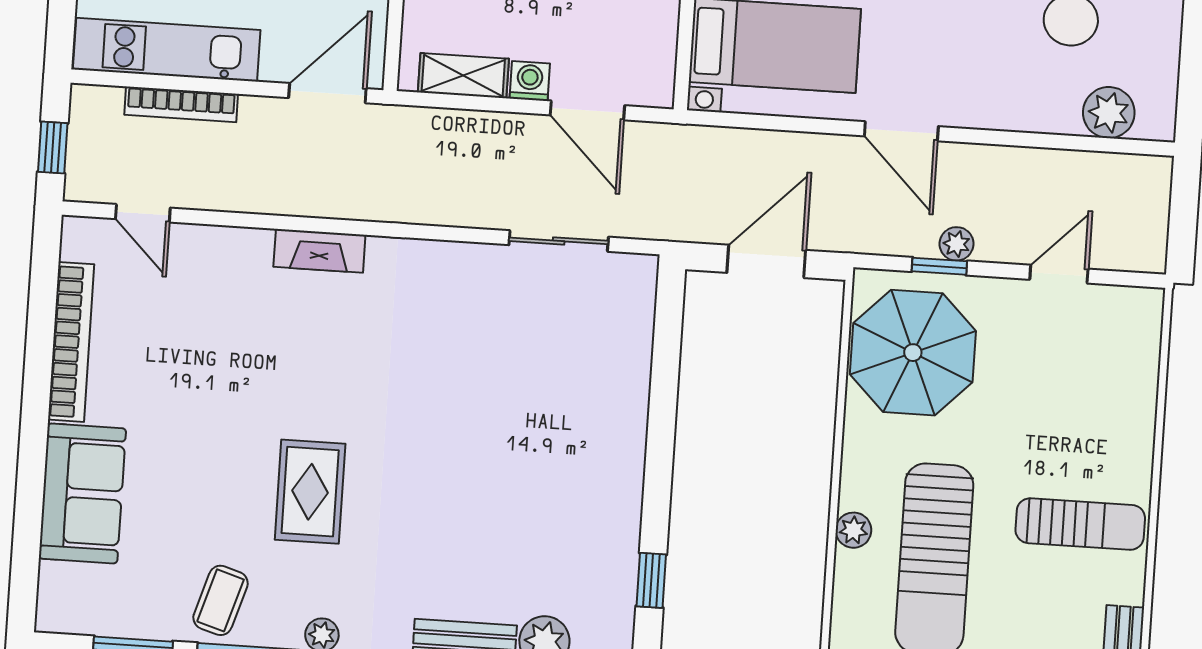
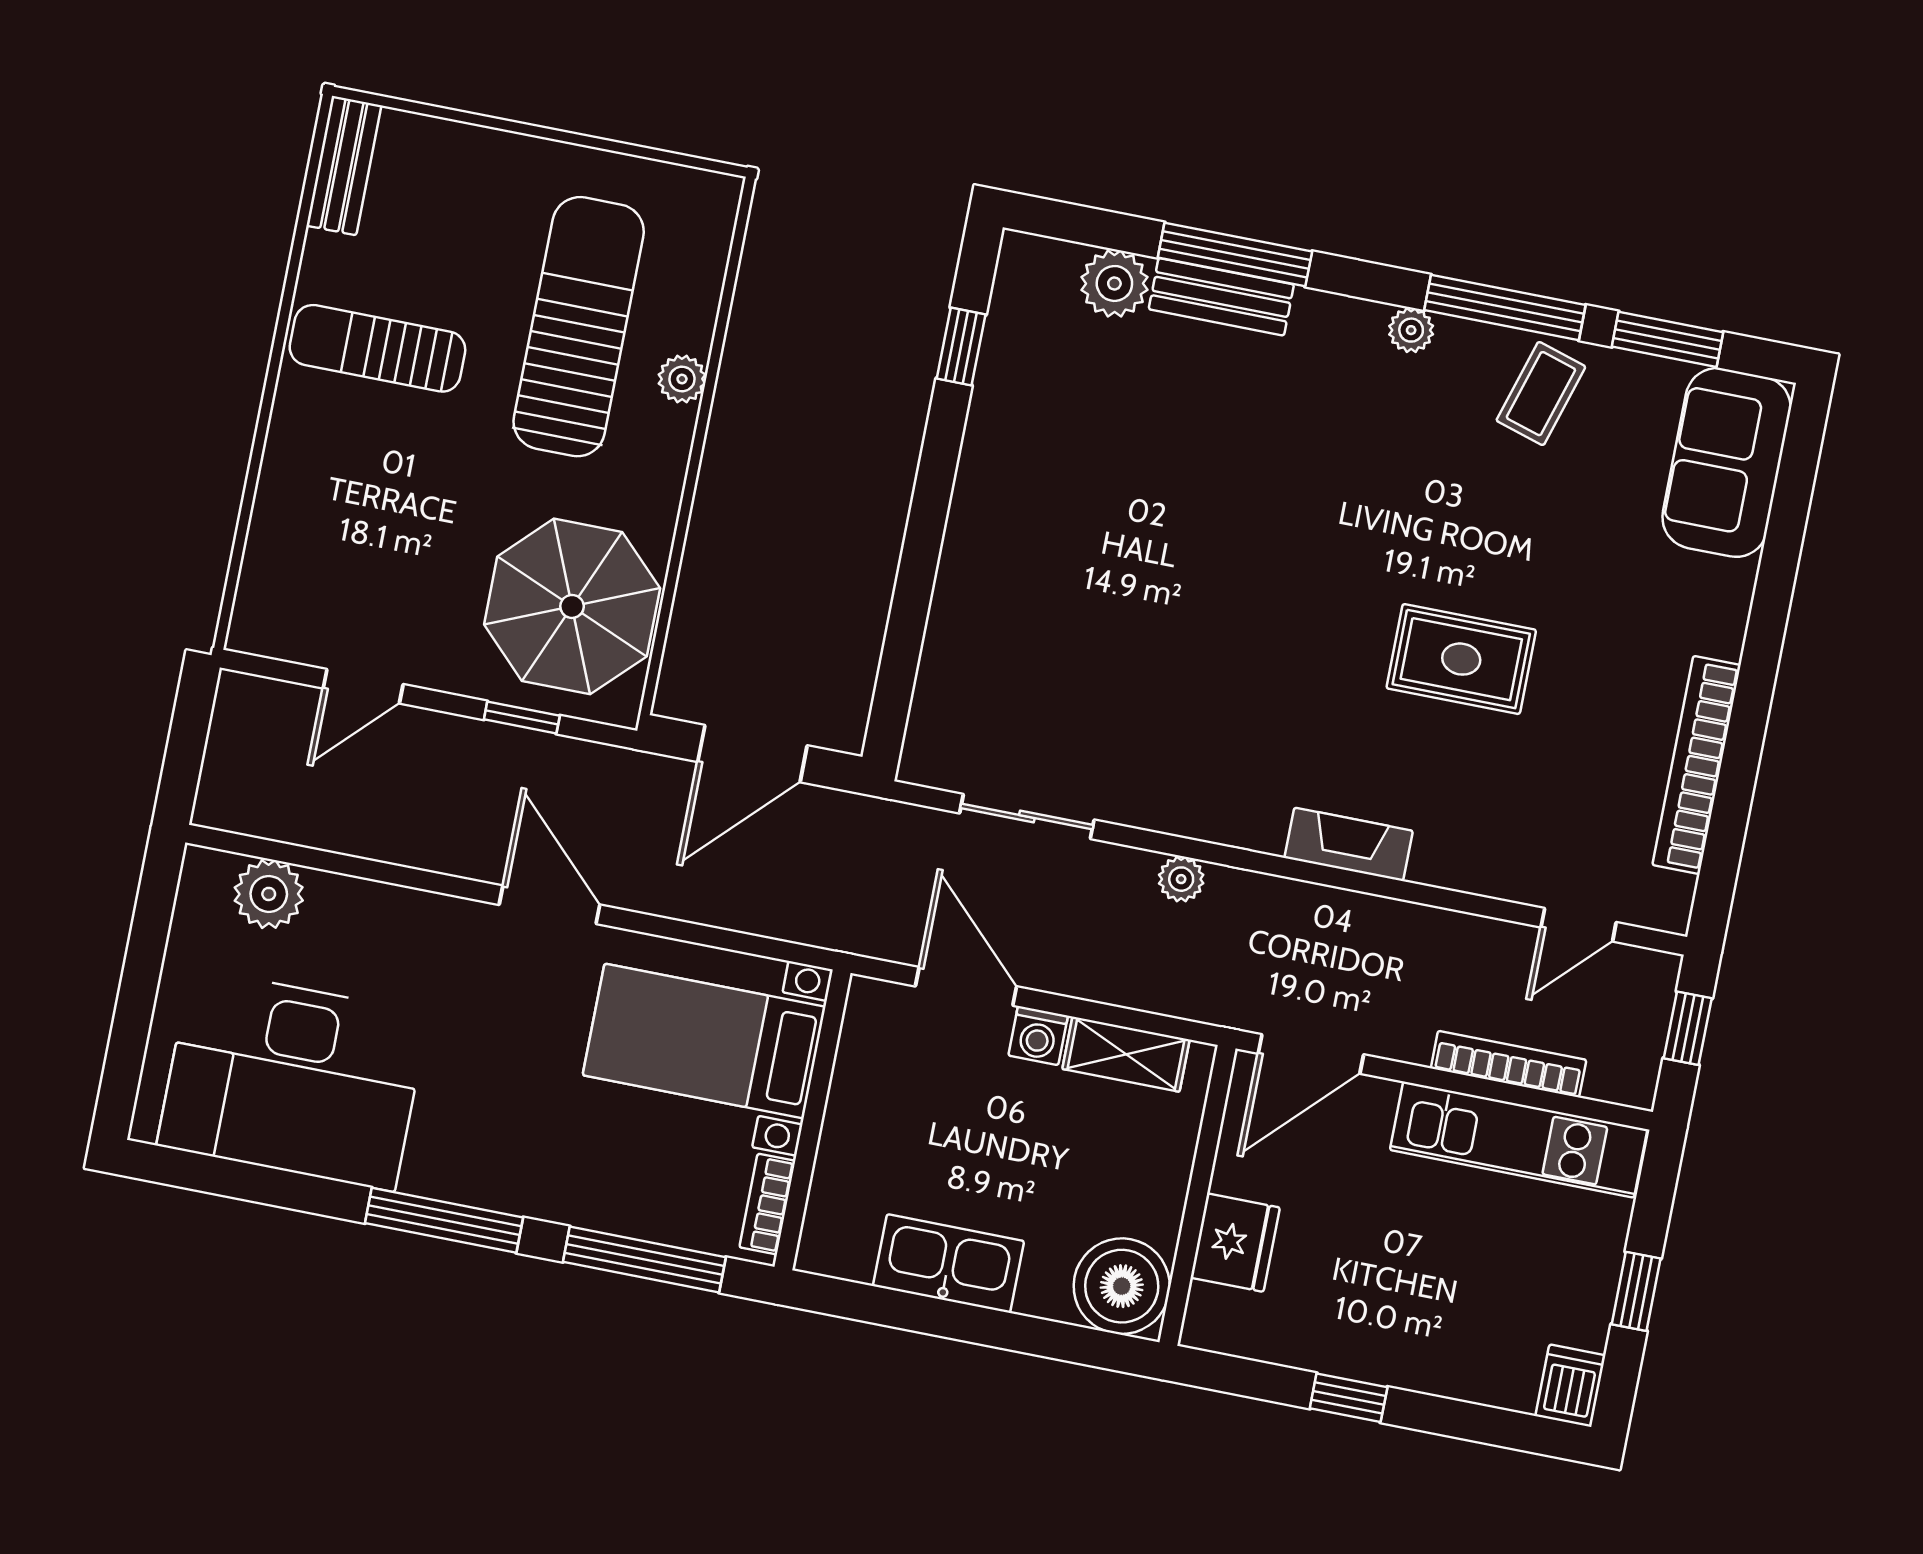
door: (143, 213) -> (1579, 925), swing flipped
plant: (957, 244) -> (1181, 879), moved
rug: (310, 492) -> (1461, 659), moved, turned 90
sofa: (82, 493) -> (1727, 462), moved

